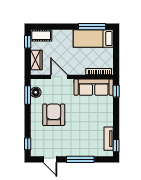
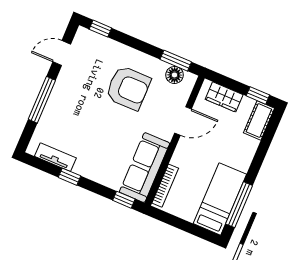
window: (116, 146) -> (69, 177), moved

